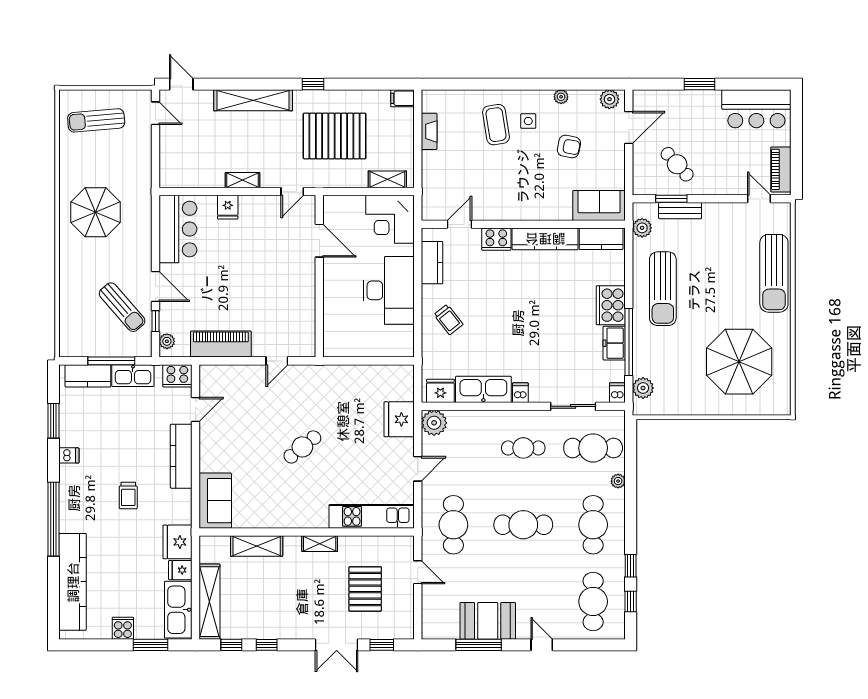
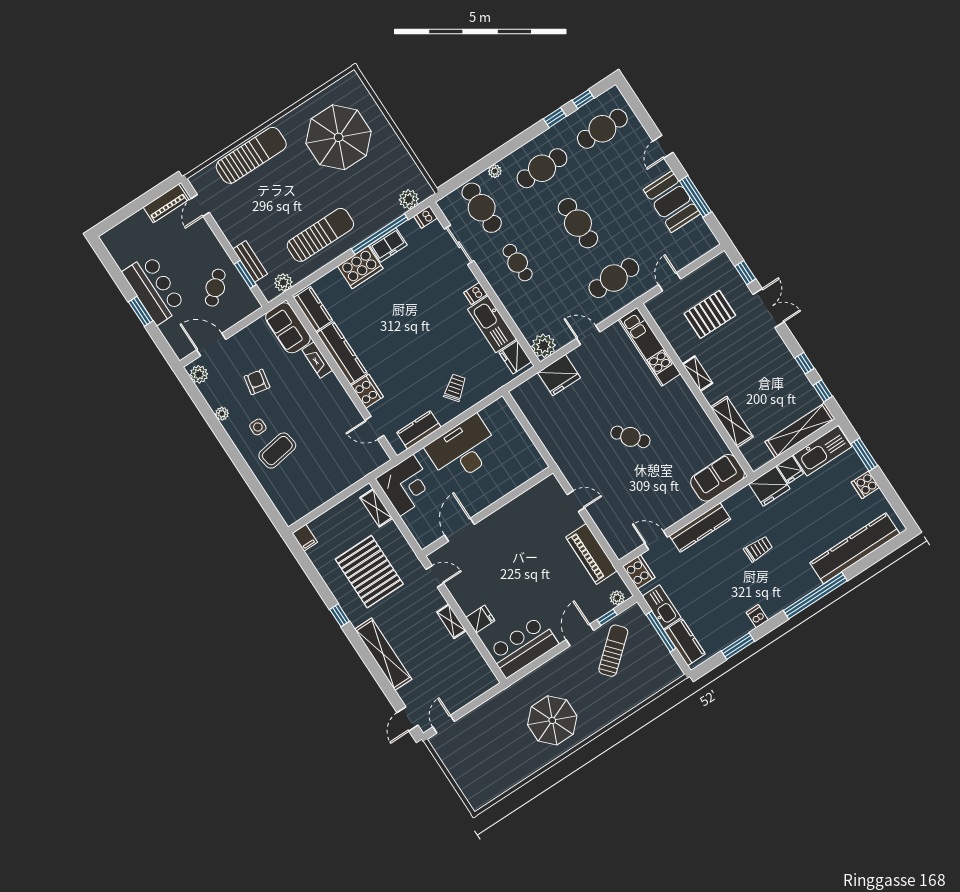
bar counter: (756, 109) -> (154, 289), moved
sun lounger: (96, 120) -> (480, 767), removed
fireplace: (429, 131) -> (317, 360), moved, turned -90

